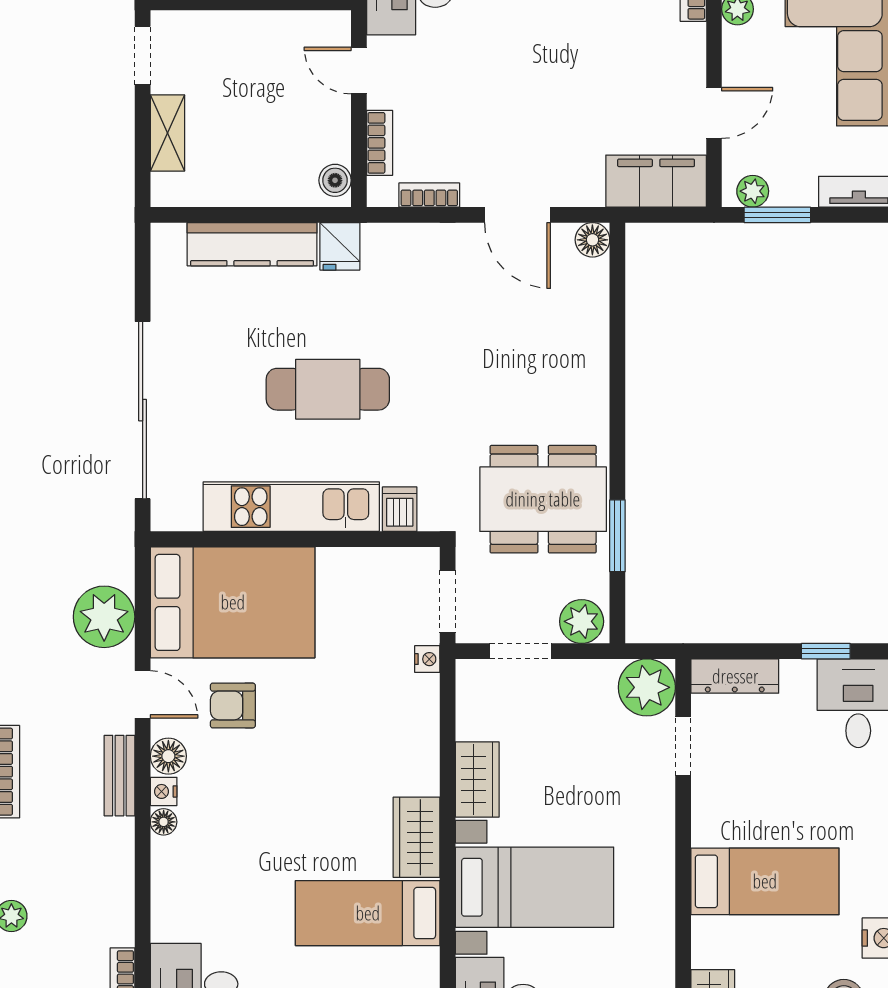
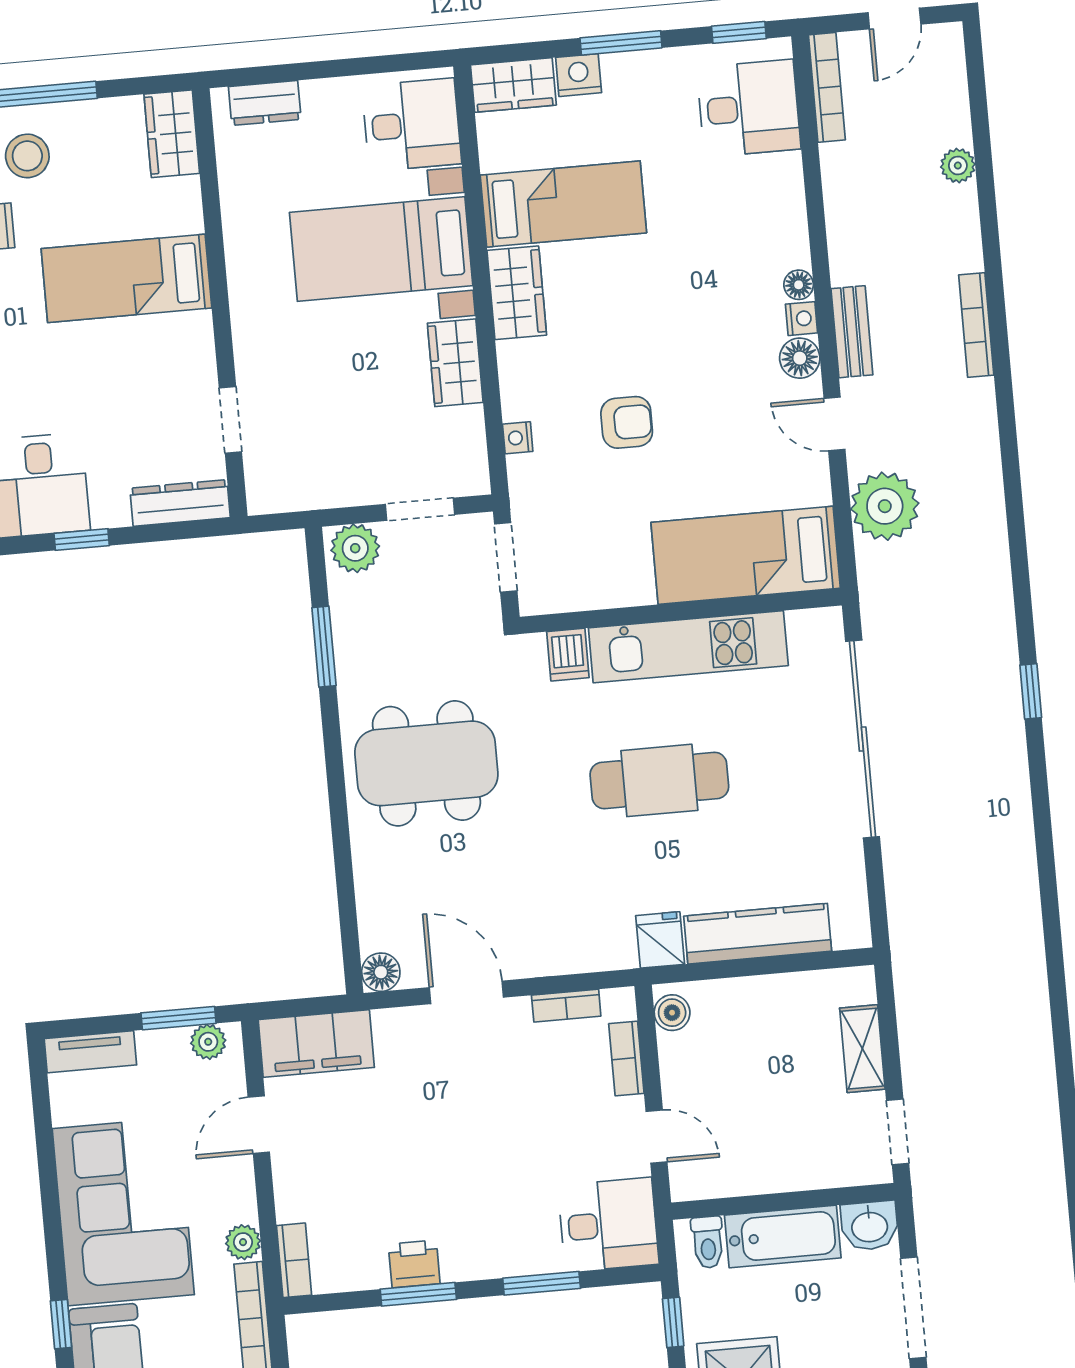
dining table: (543, 499) -> (426, 763), moved
bed: (233, 602) -> (746, 555), width x0.67
nightstand: (427, 659) -> (518, 438), moved
plant: (647, 687) -> (276, 482), removed
armchair: (233, 705) -> (627, 422), moved

